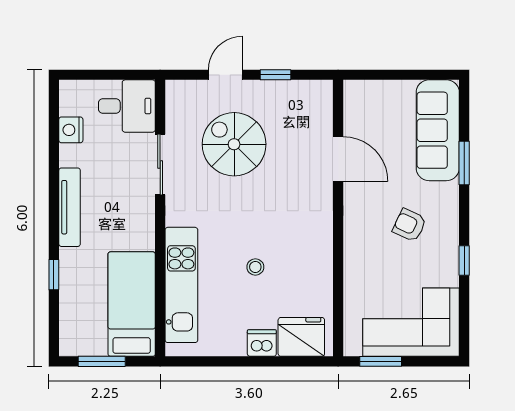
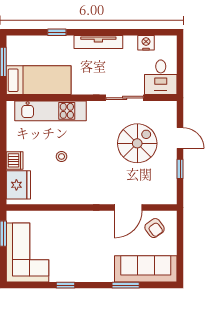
armchair: (409, 225) -> (155, 228), moved, turned 119

